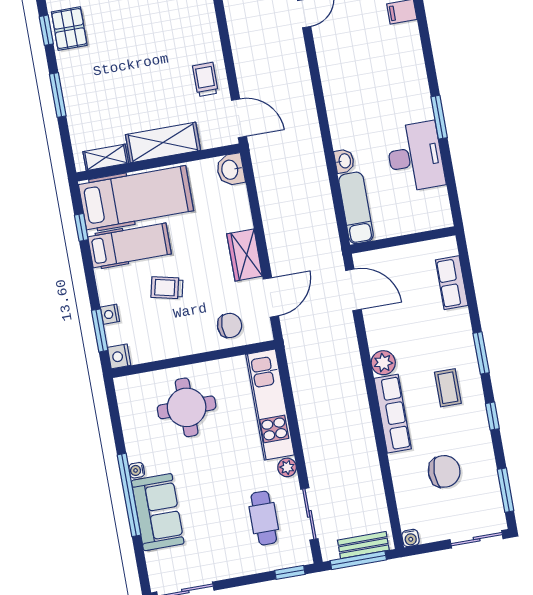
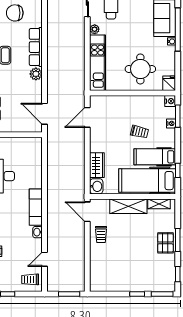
pallet: (69, 29) -> (165, 243), moved
washbasin: (344, 161) -> (38, 232), moved
exam couch: (356, 208) -> (36, 207), moved
wardrobe: (245, 255) -> (97, 165), moved
chair: (230, 325) -> (111, 107), removed
fridge: (127, 390) -> (169, 83), added

